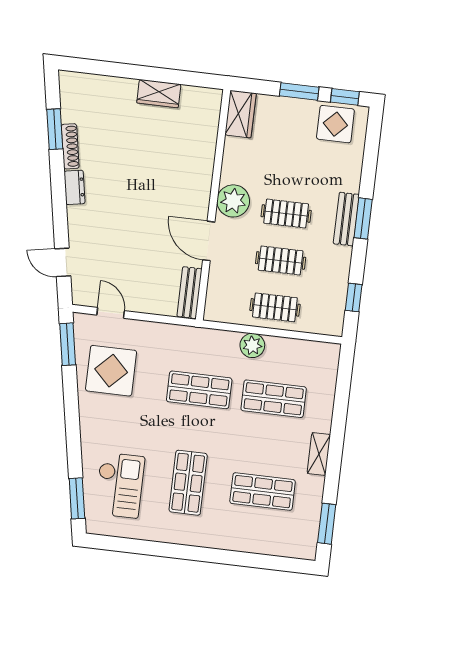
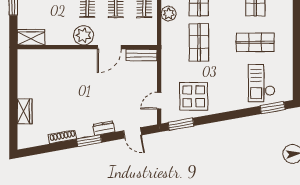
wardrobe: (159, 94) -> (25, 111), moved
window: (55, 129) -> (89, 141), moved
dresser: (75, 187) -> (104, 128), moved
door: (63, 262) -> (132, 133), hinge flipped
checkout: (120, 485) -> (262, 83), turned -90

